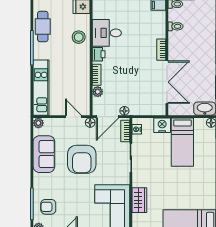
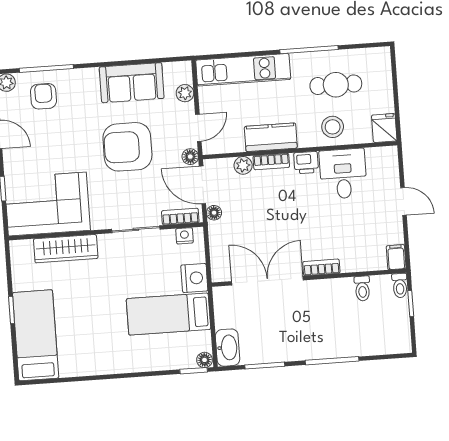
cafe table: (43, 26) -> (336, 85), moved
kitchen counter: (82, 74) -> (271, 137), added
double door: (167, 82) -> (267, 281), swing flipped
plant: (38, 123) -> (185, 93), moved
wardrobe: (139, 200) -> (66, 249), width x1.50

